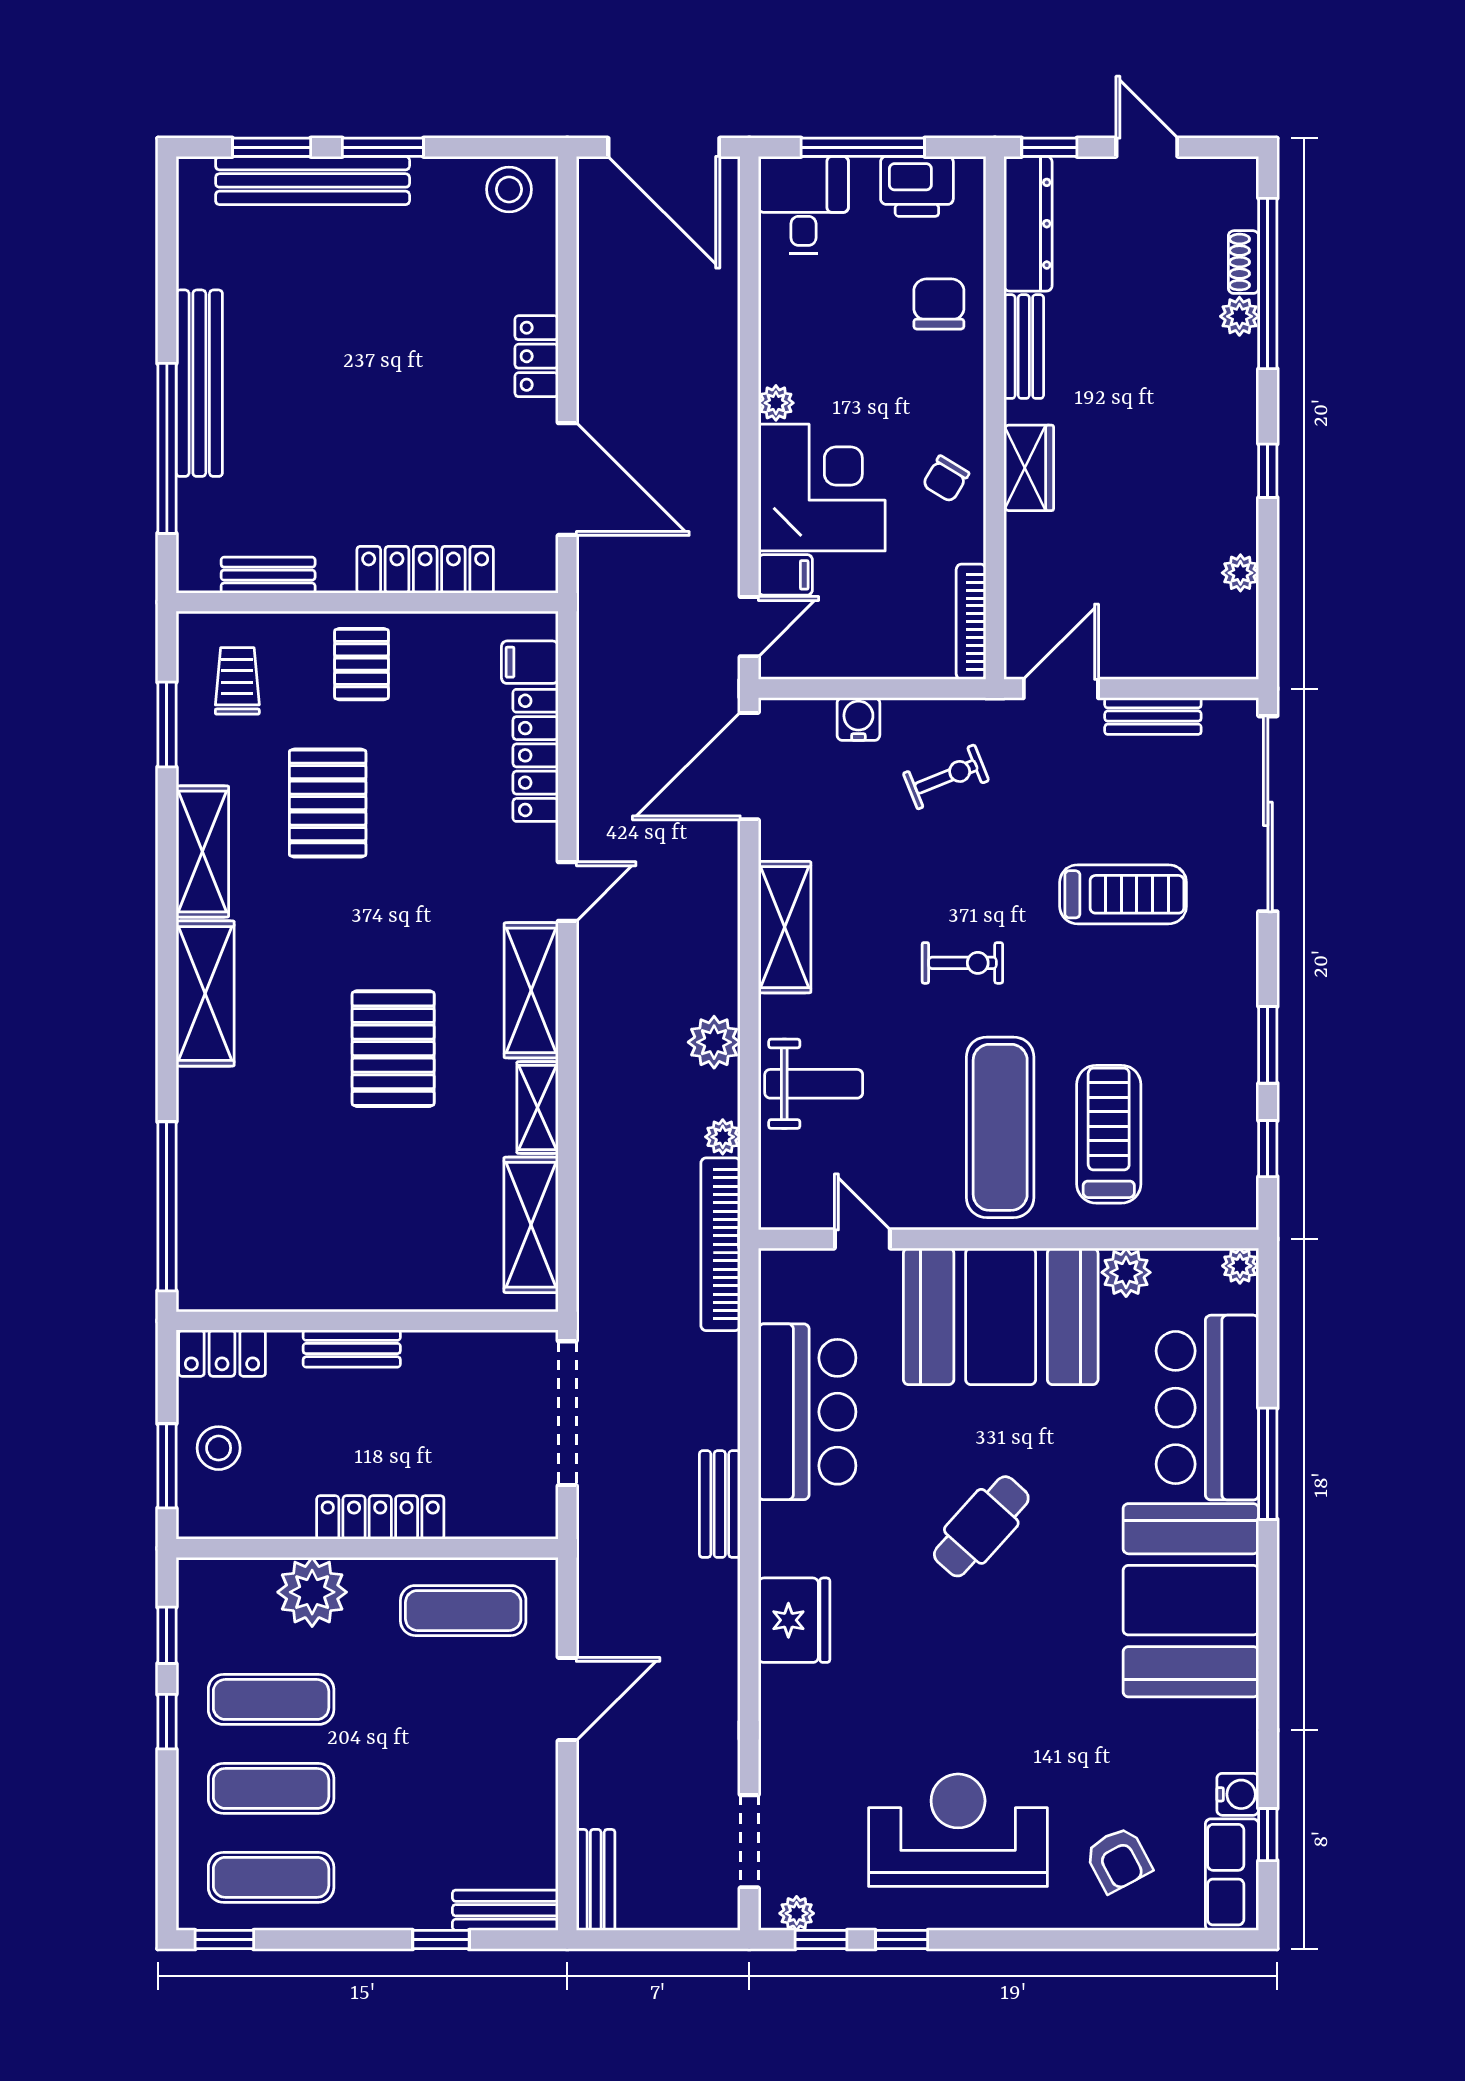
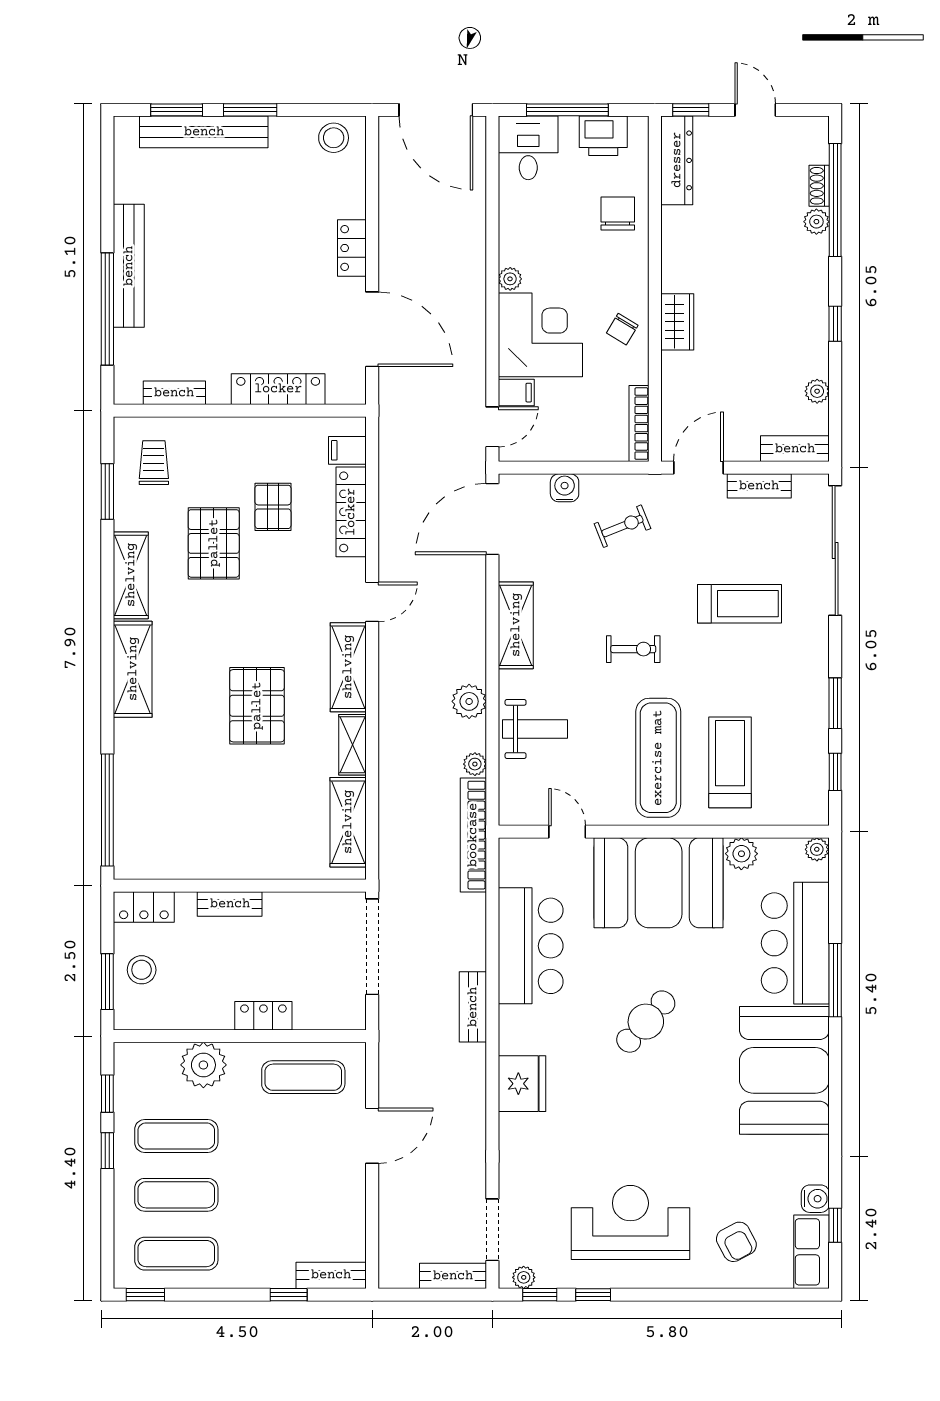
bench: (1024, 347) -> (795, 449), moved, turned 90
pallet: (362, 664) -> (273, 507), moved
locker: (380, 1517) -> (263, 1016), width x0.66
bench: (596, 1880) -> (453, 1276), moved, turned 90

